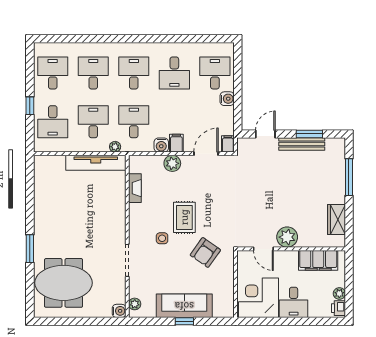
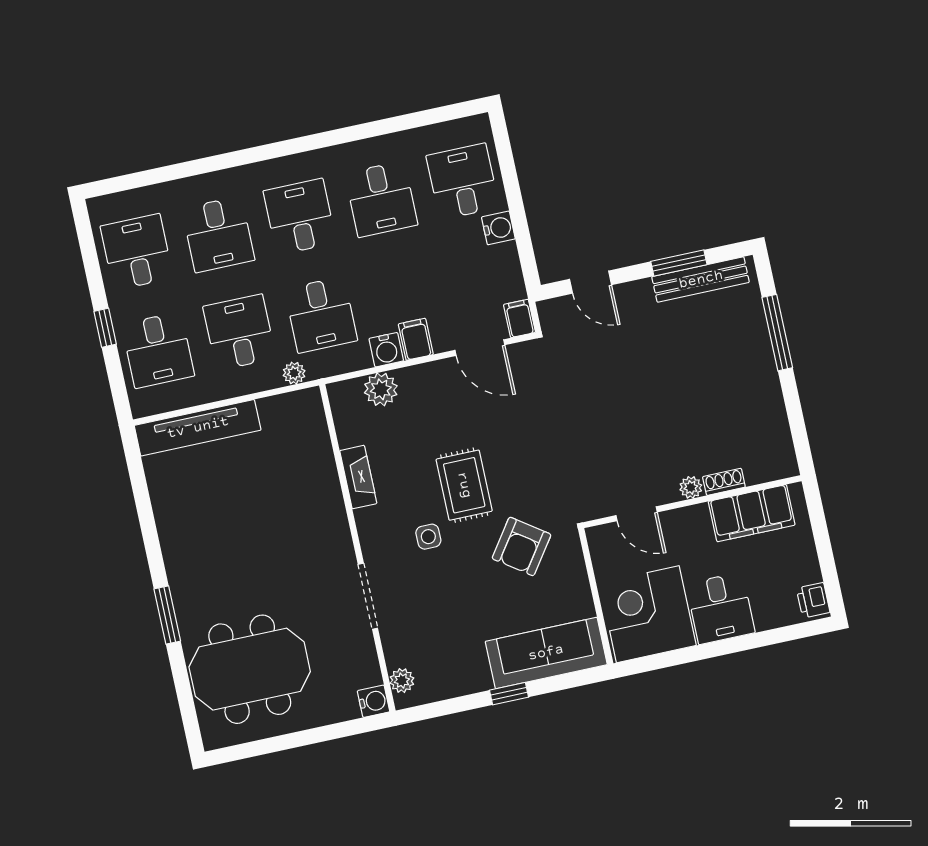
desk: (93, 73) -> (218, 234), turned 180
desk: (134, 122) -> (321, 315), turned 180
door: (265, 134) -> (591, 282), swing flipped
bench: (302, 144) -> (701, 280), moved
door: (206, 154) -> (480, 348), swing flipped
tv unit: (96, 163) -> (198, 428), moved
plant: (172, 163) -> (381, 389), moved
fireplace: (135, 188) -> (358, 477), moved
wardrobe: (336, 219) -> (771, 423), removed
plant: (287, 237) -> (691, 487), width x0.53, depth x0.53
shoe rack: (308, 243) -> (724, 482), added
plant: (339, 293) -> (809, 571), removed
sofa: (184, 306) -> (546, 653), moved

